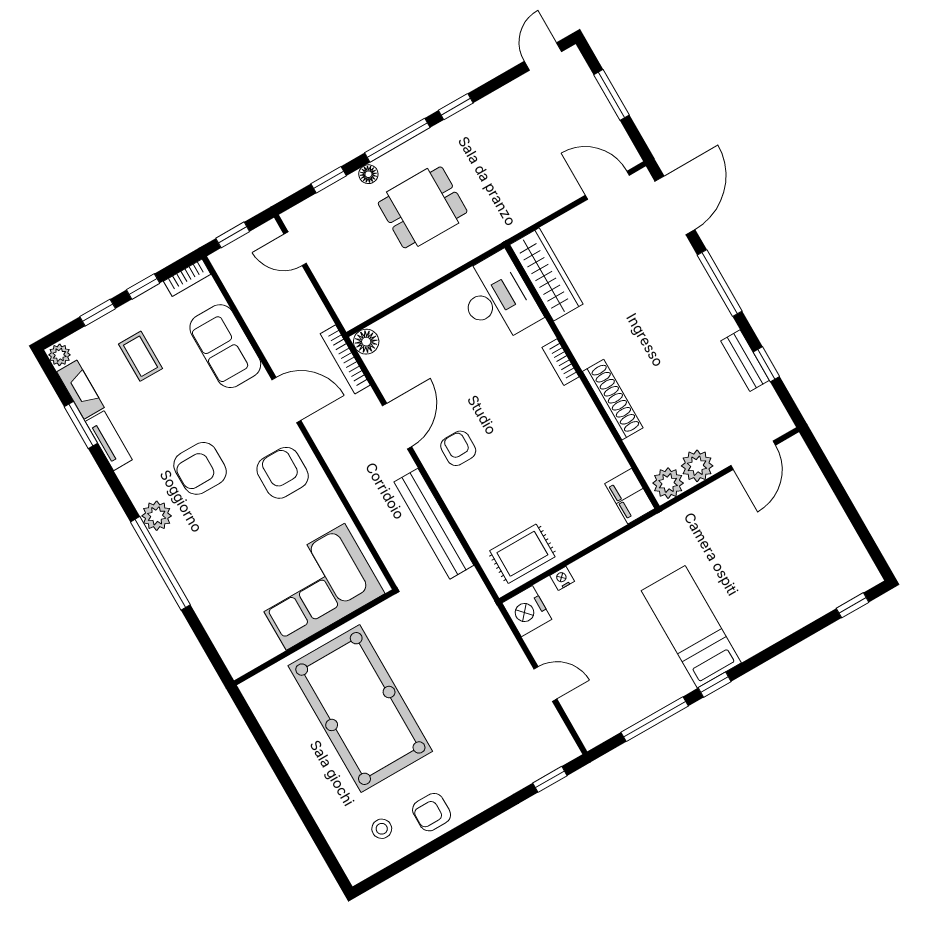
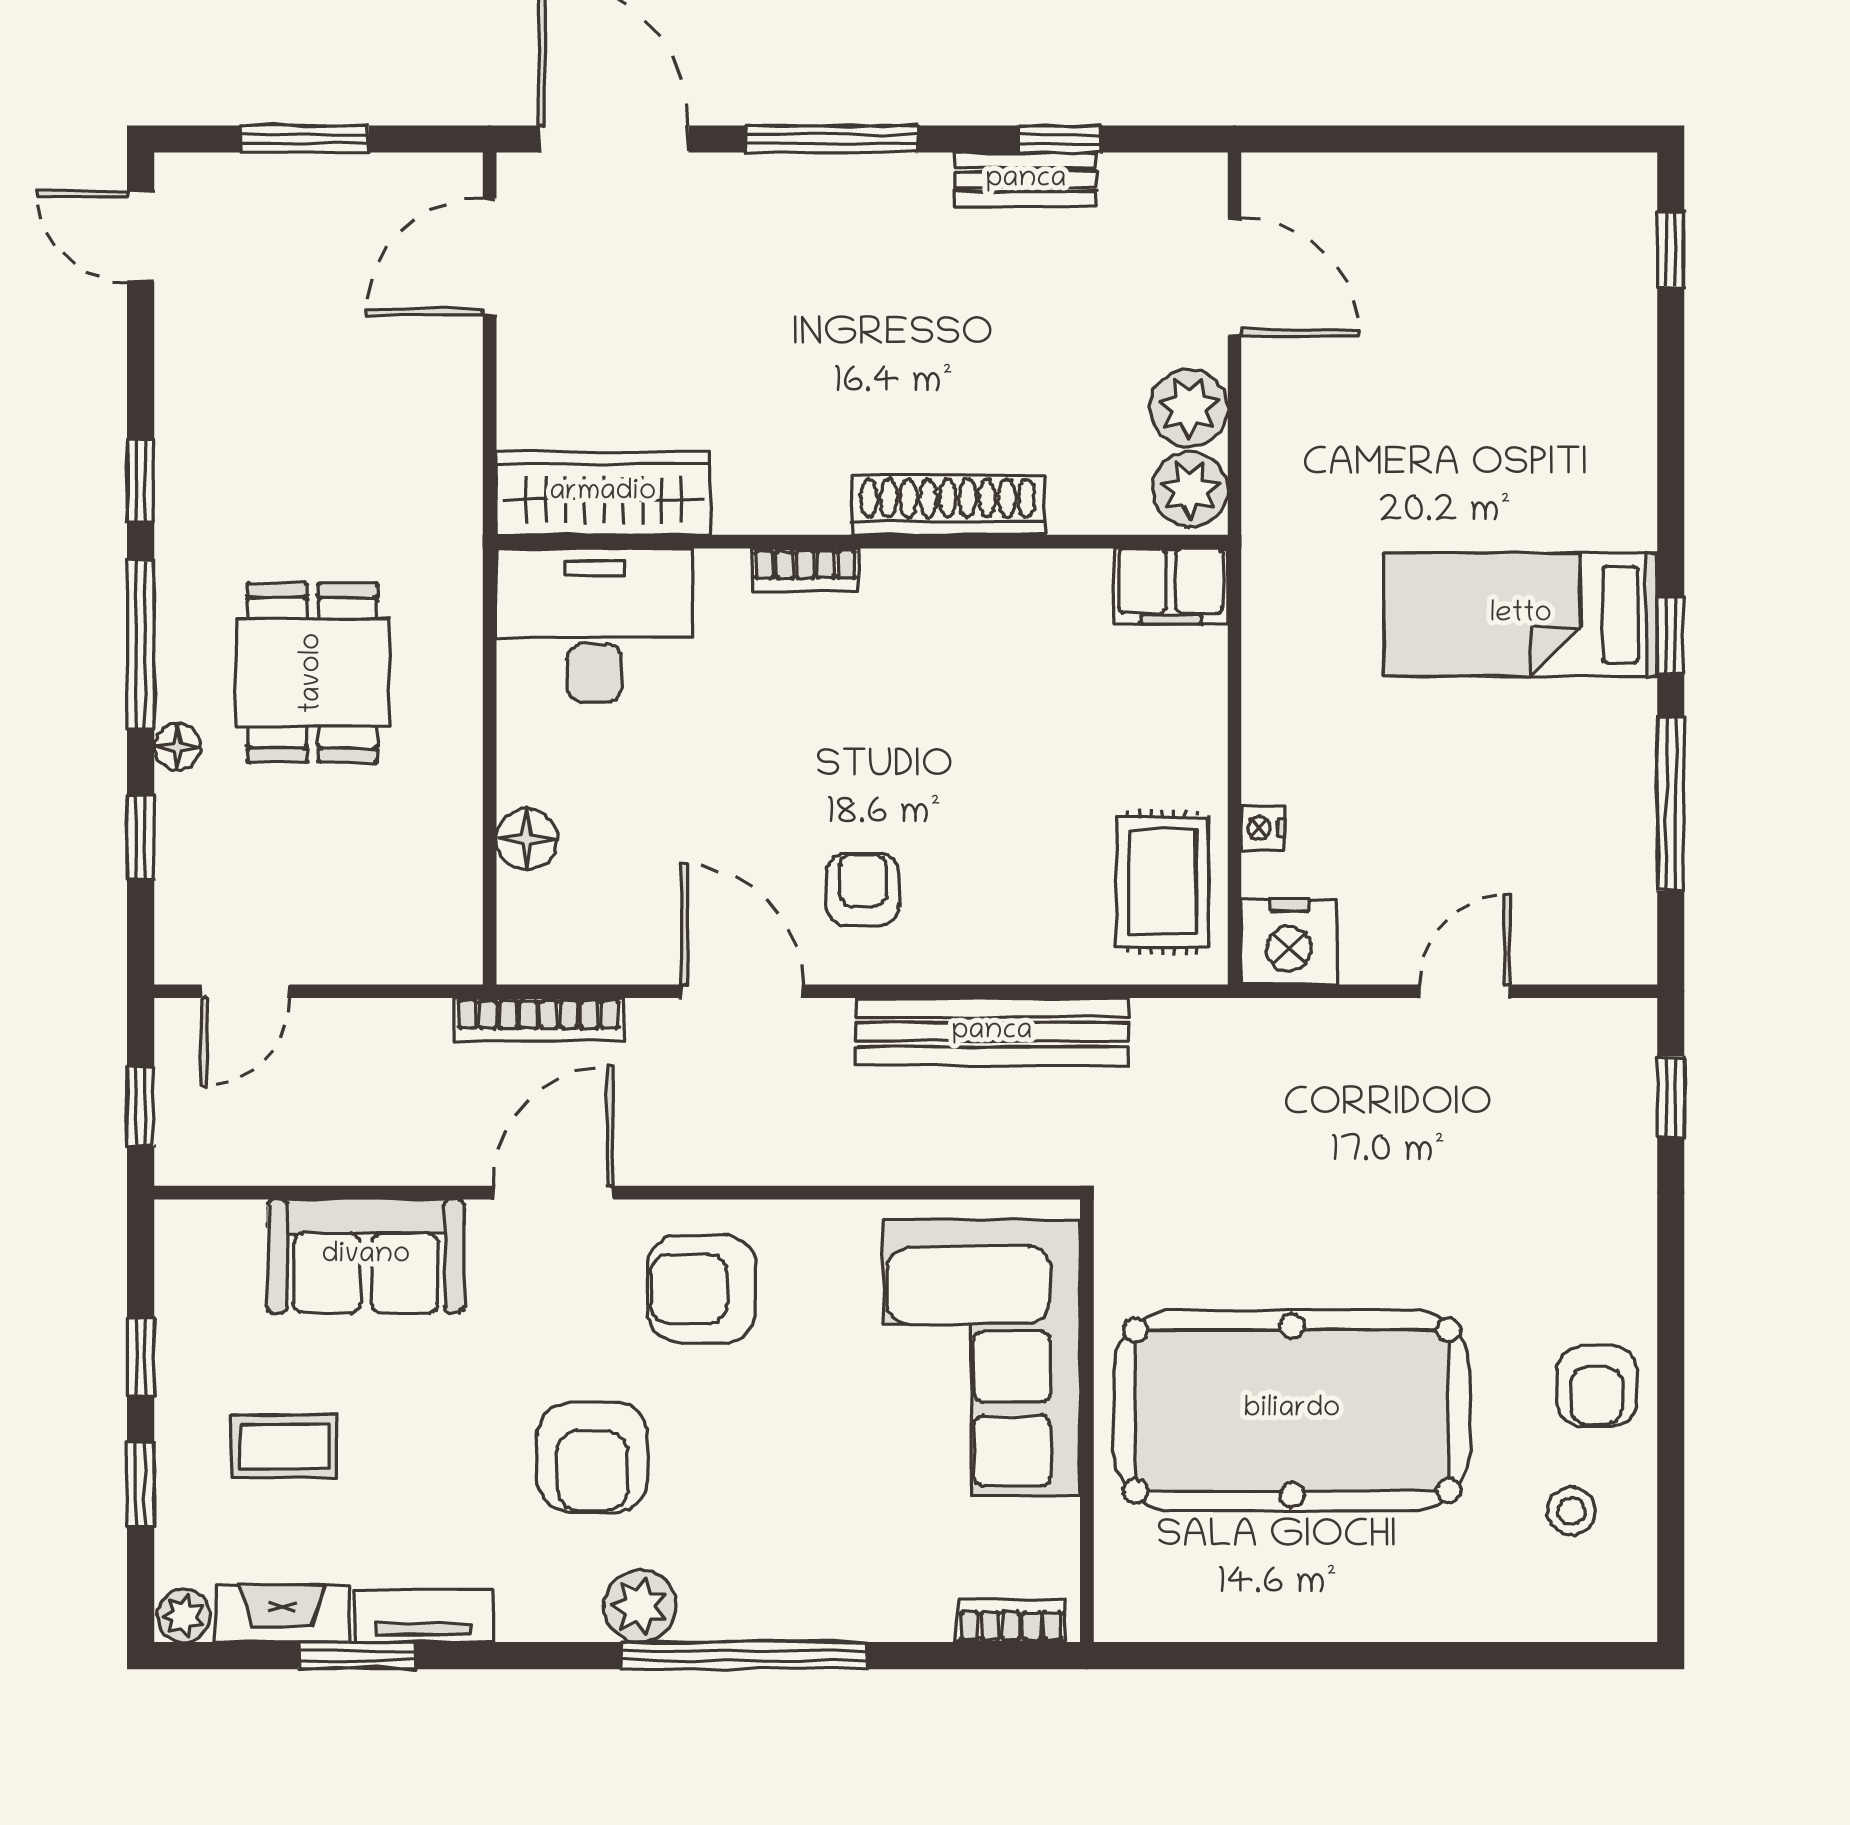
bookcase: (187, 278) -> (1011, 1621), moved, turned -90
floor lamp: (366, 342) -> (527, 839), moved
armchair: (458, 448) -> (863, 889), turned 90

